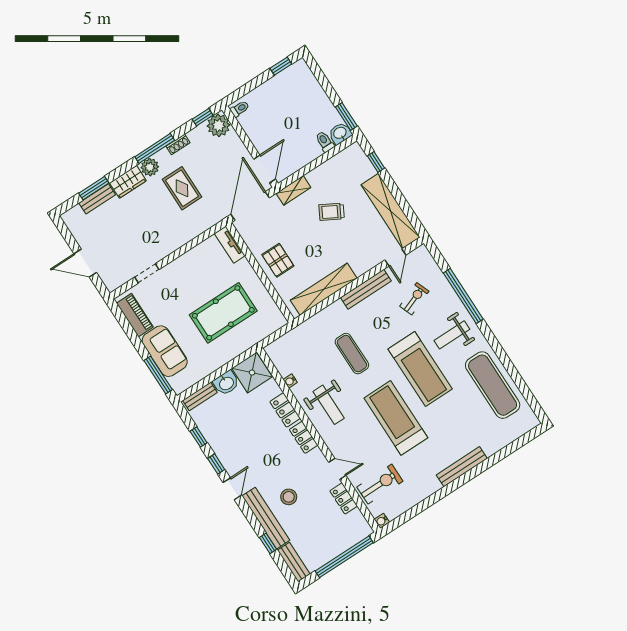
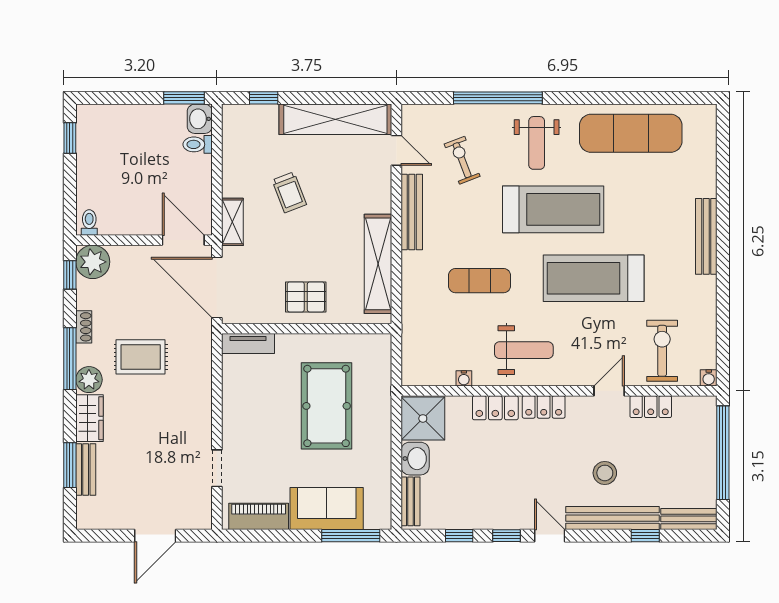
trolley: (332, 212) -> (289, 192), turned -50

